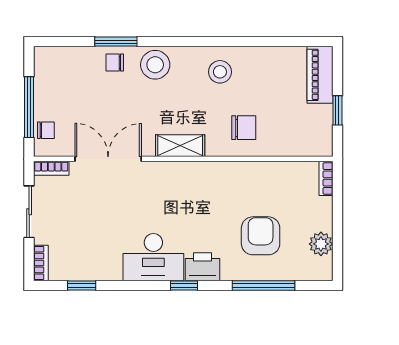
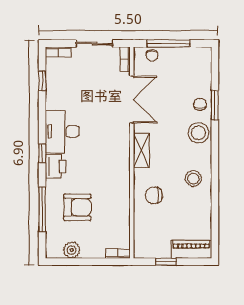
chair: (244, 128) -> (154, 195), turned 90

